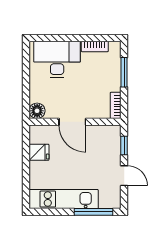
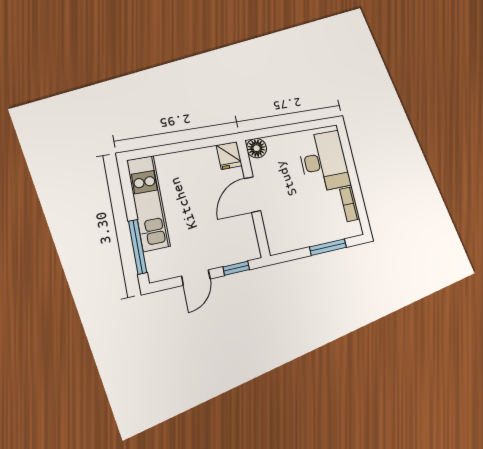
bookcase: (116, 105) -> (285, 246), removed
fridge: (39, 152) -> (229, 155), moved

